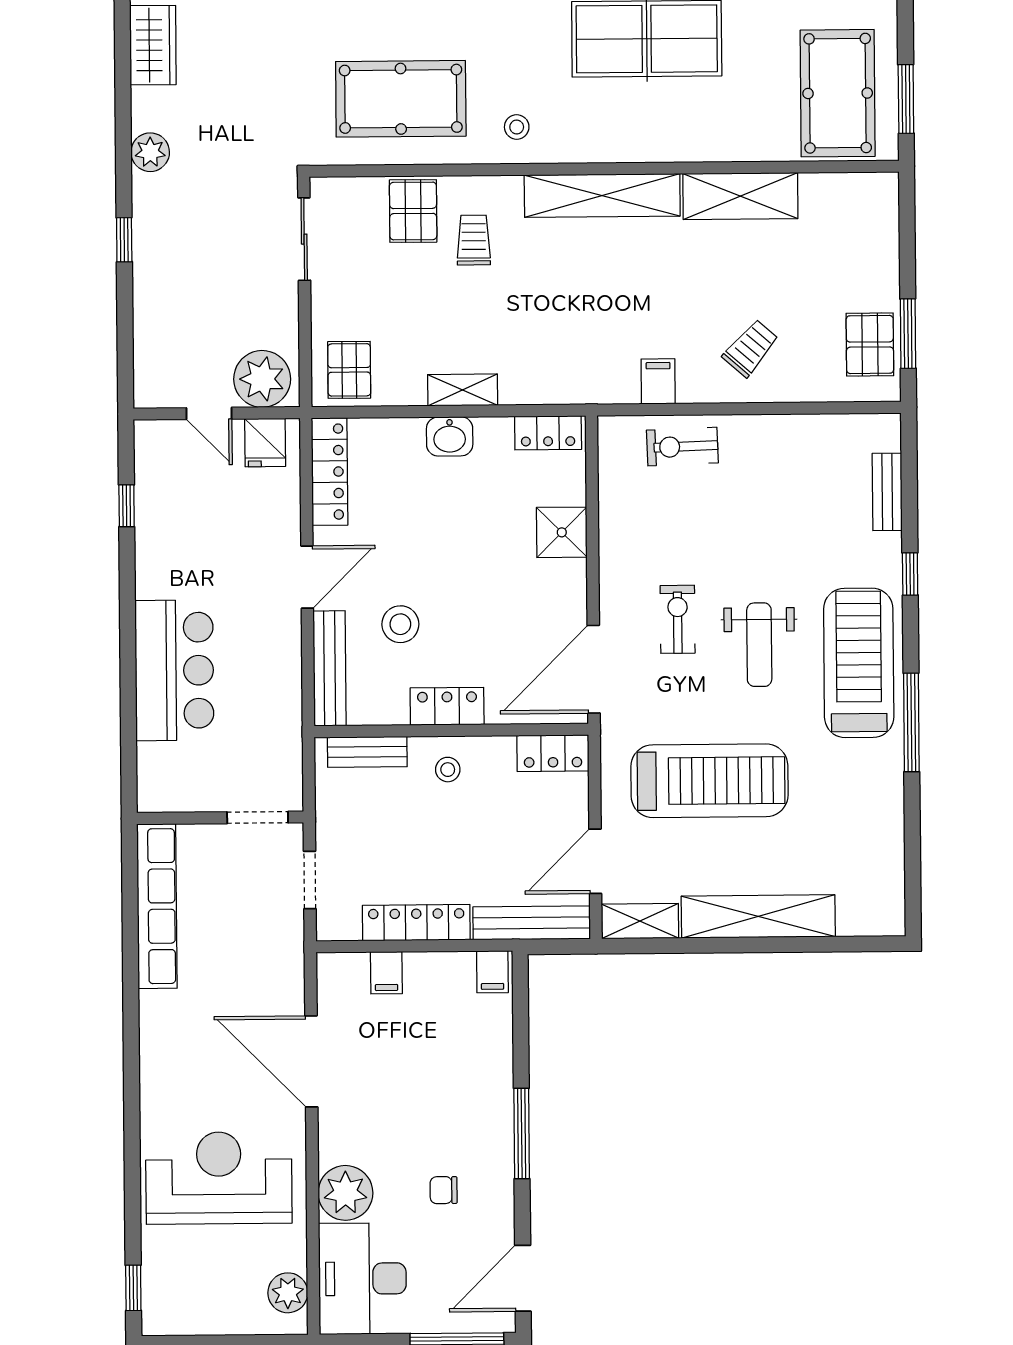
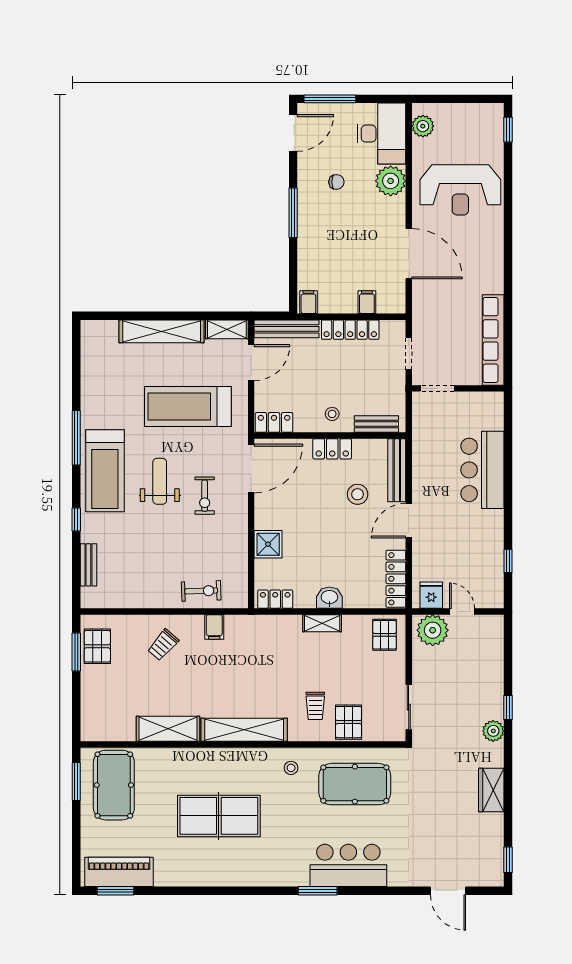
wardrobe: (153, 45) -> (491, 790), moved
plant: (150, 152) -> (493, 731), moved

